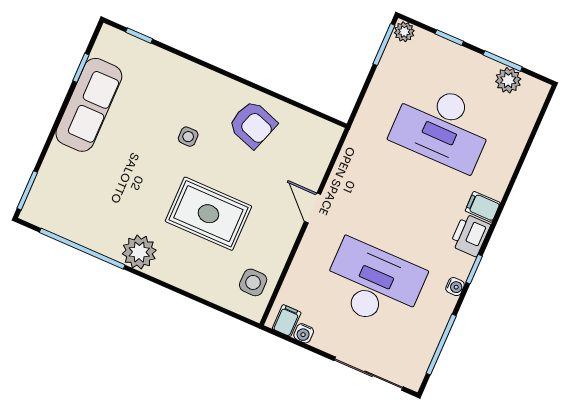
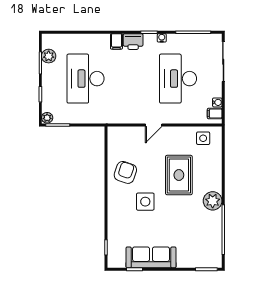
desk: (442, 126) -> (86, 79), turned 180
side table: (188, 137) -> (145, 202), width x1.87, depth x1.87

